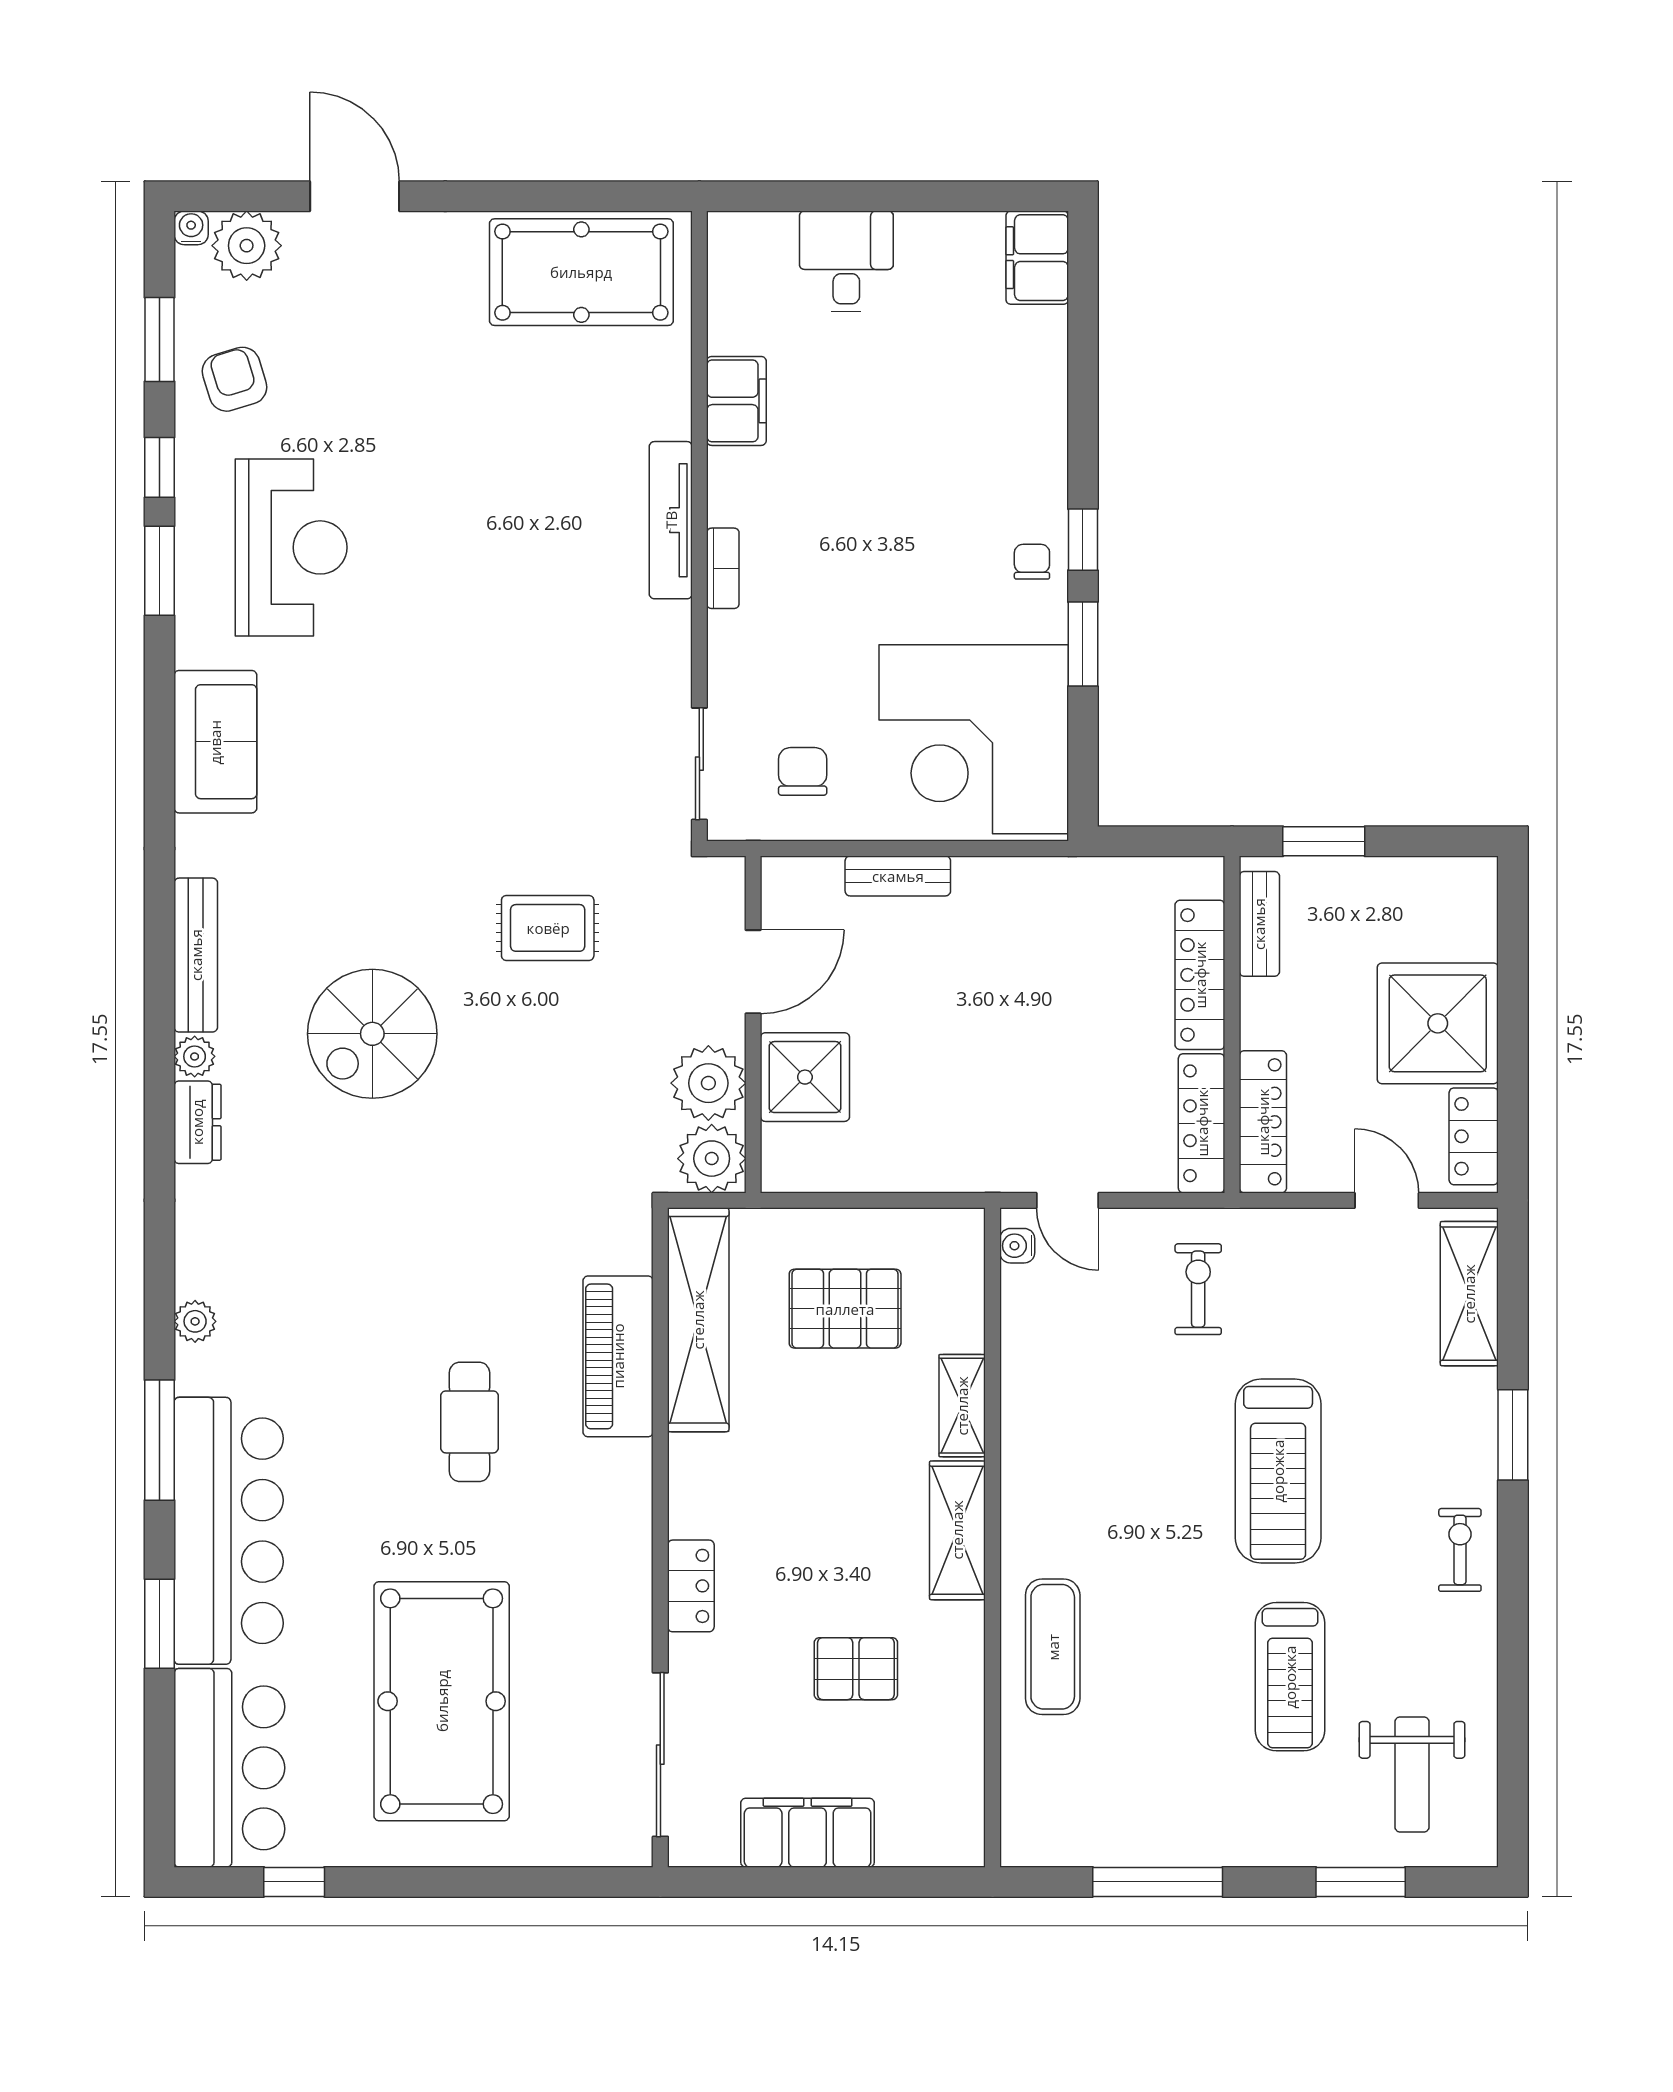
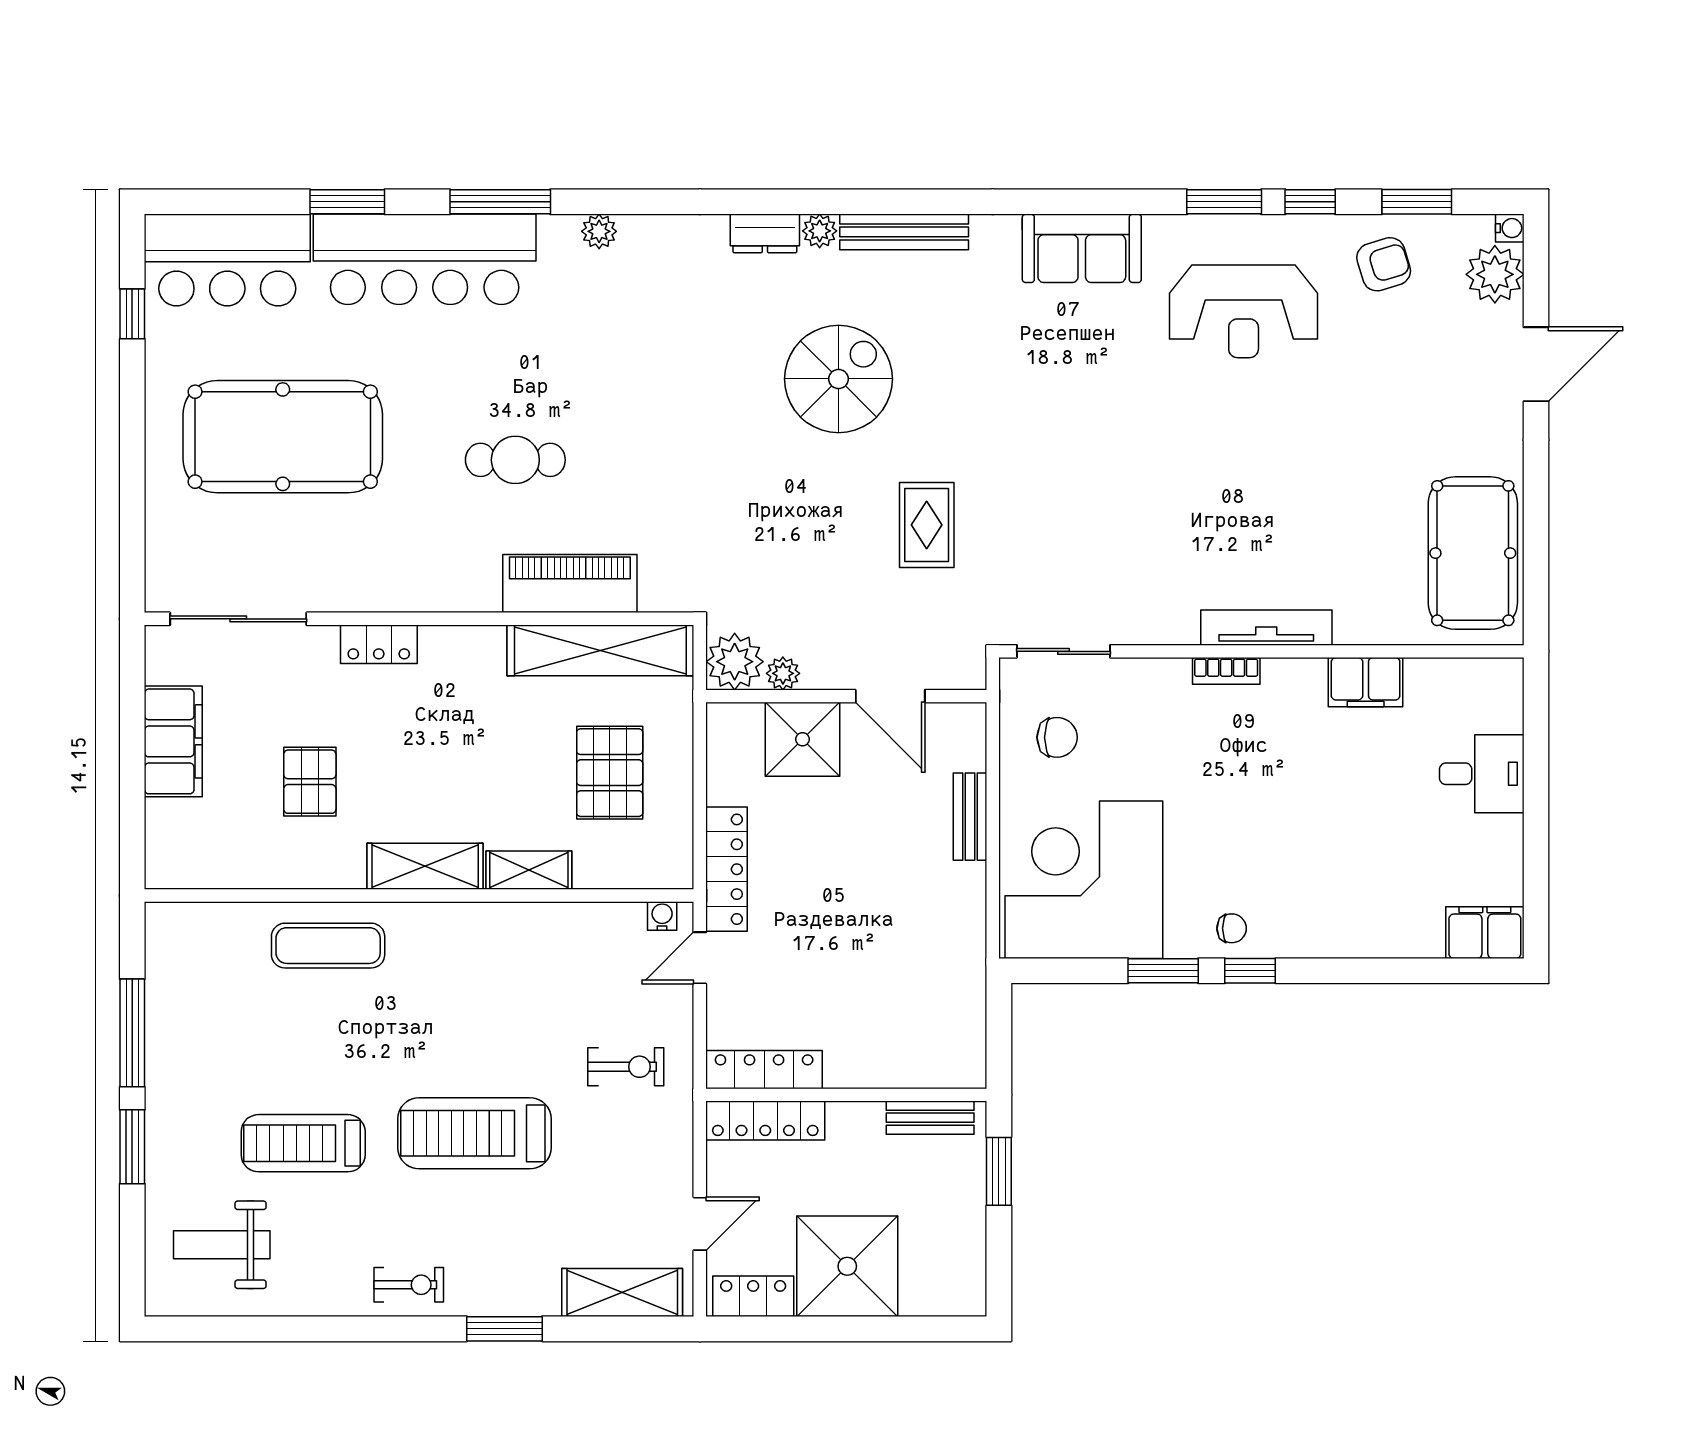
locker: (1200, 975) -> (727, 869), moved, turned 90
spiral stairs: (372, 1034) -> (839, 379), turned 90
plant: (708, 1083) -> (783, 673), width x0.53, depth x0.53
window: (1361, 1882) -> (132, 1147), moved

